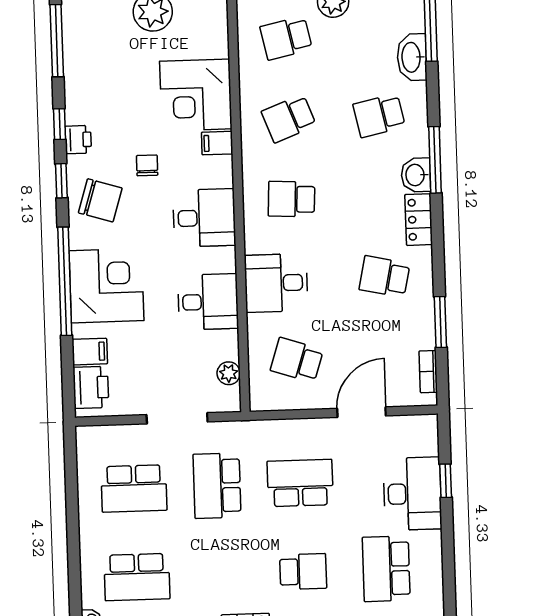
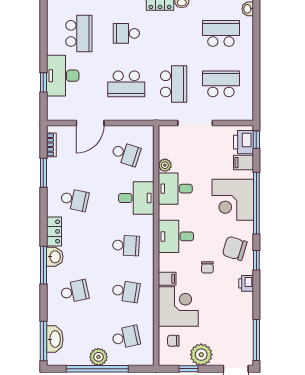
chair: (203, 34) -> (173, 341), added
washbasin: (412, 57) -> (55, 339), moved
school desk: (289, 119) -> (126, 291), turned 30
window: (60, 124) -> (256, 140), moved
plant: (229, 373) -> (165, 165), moved

